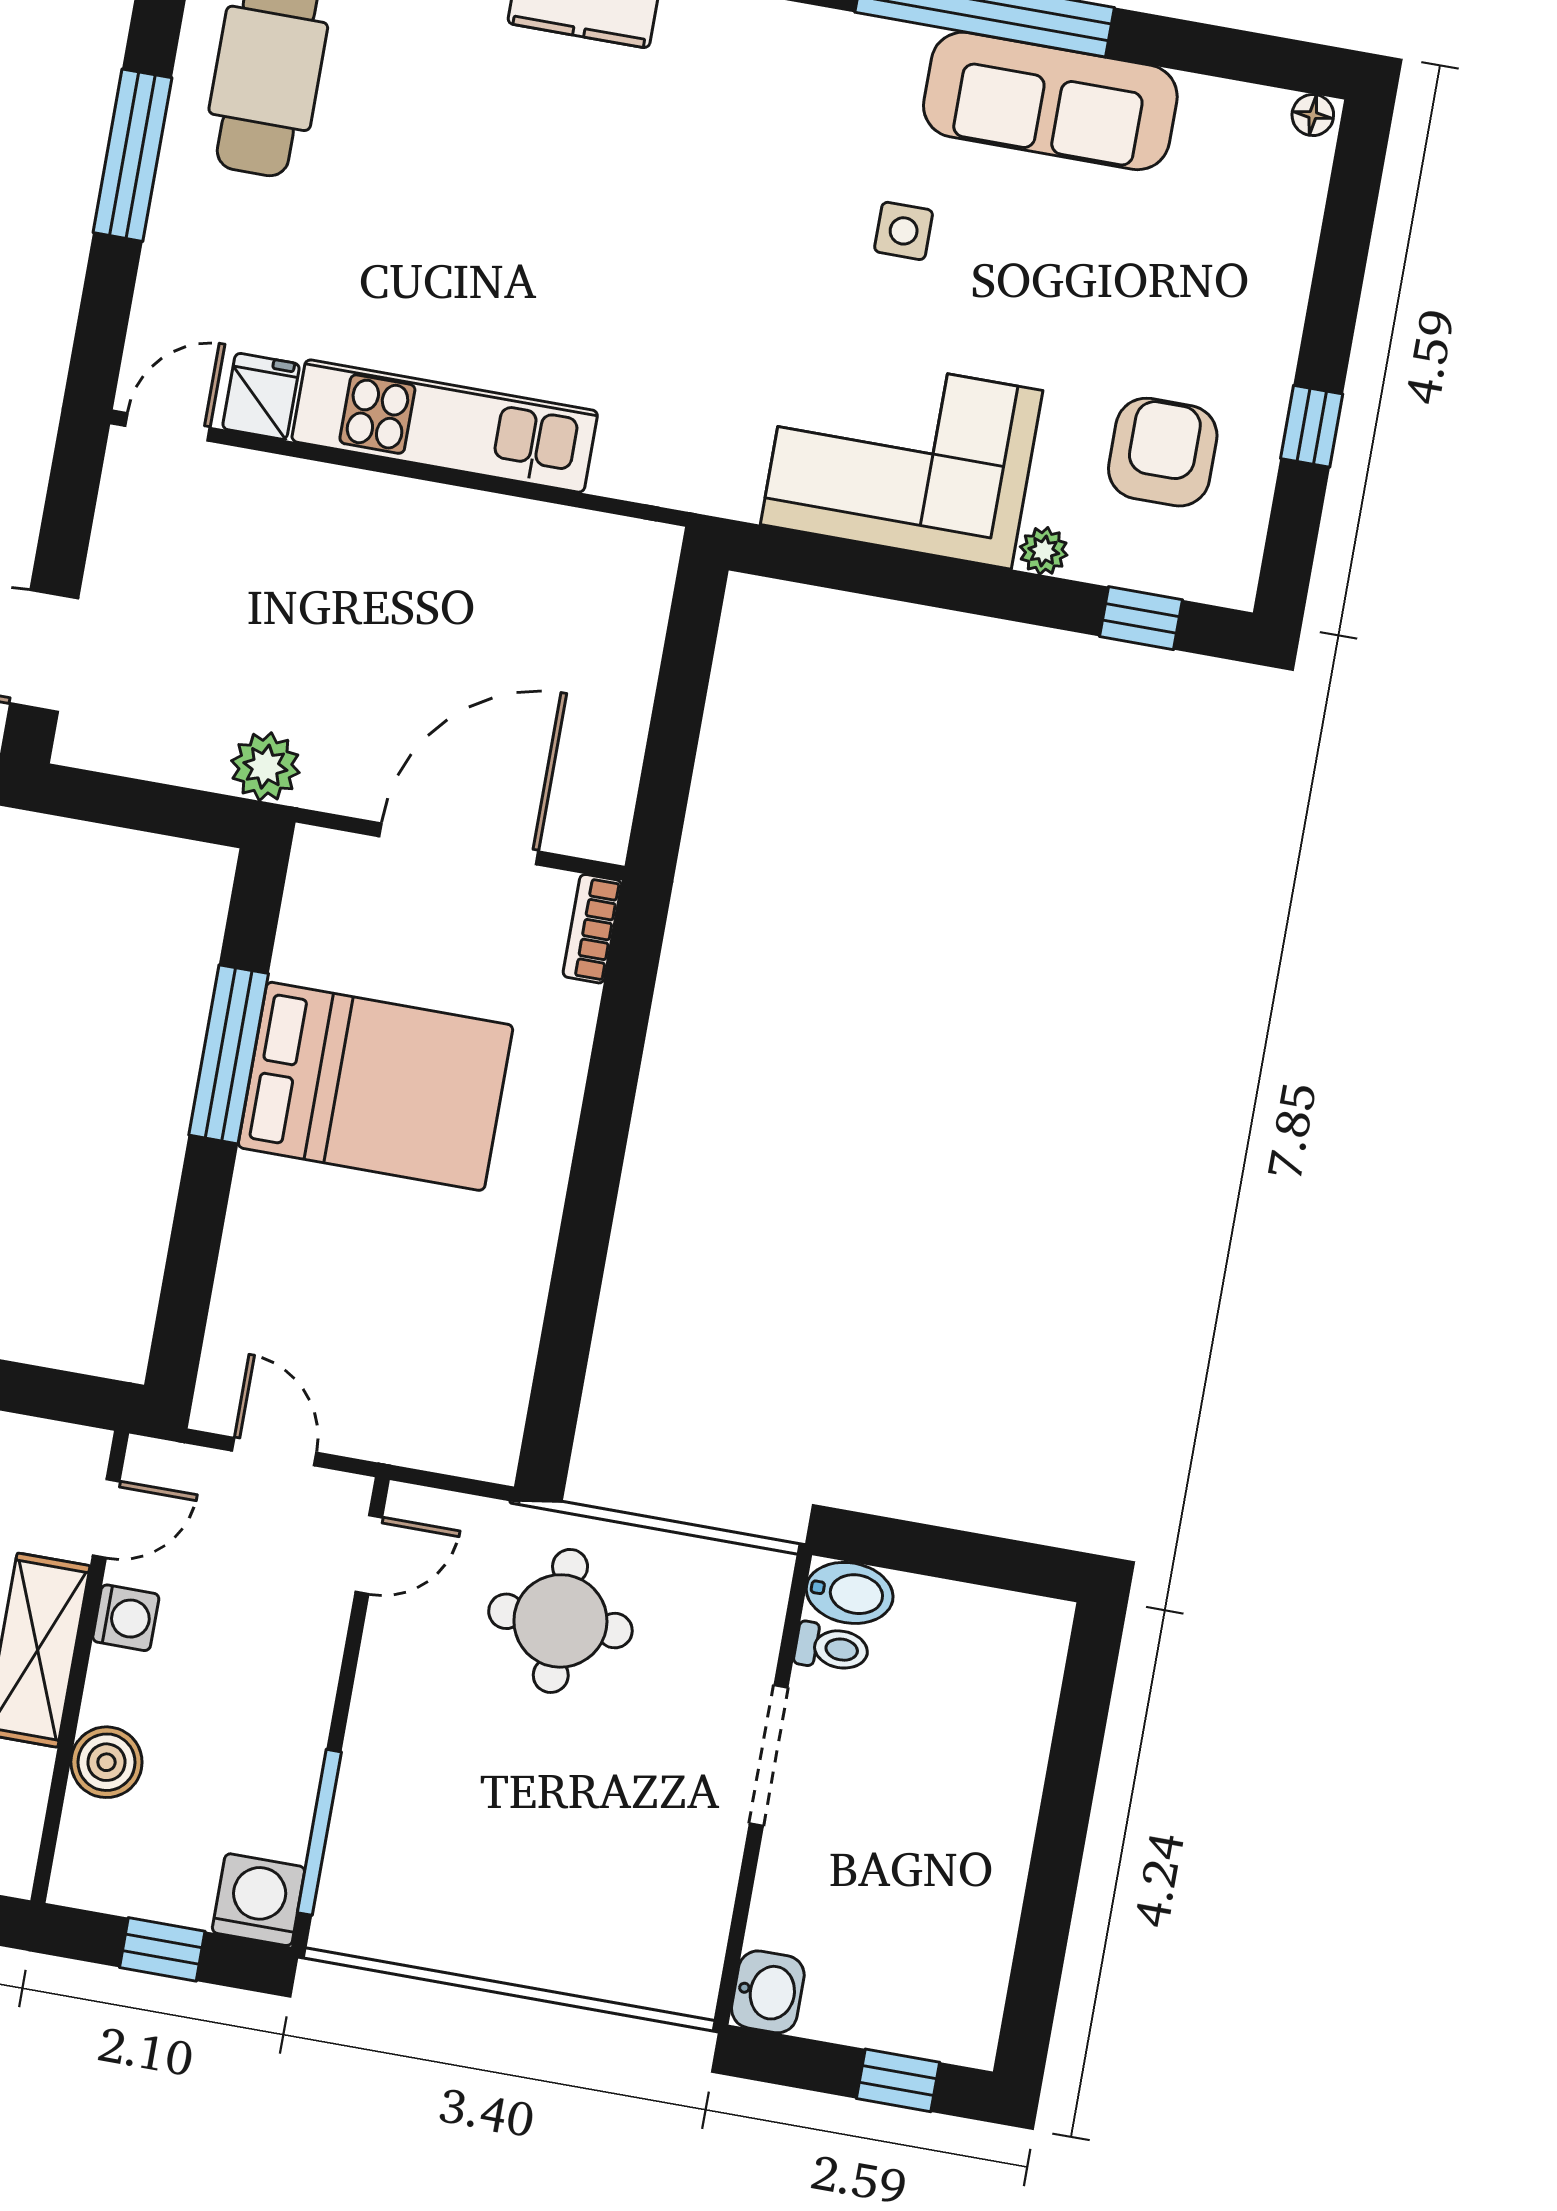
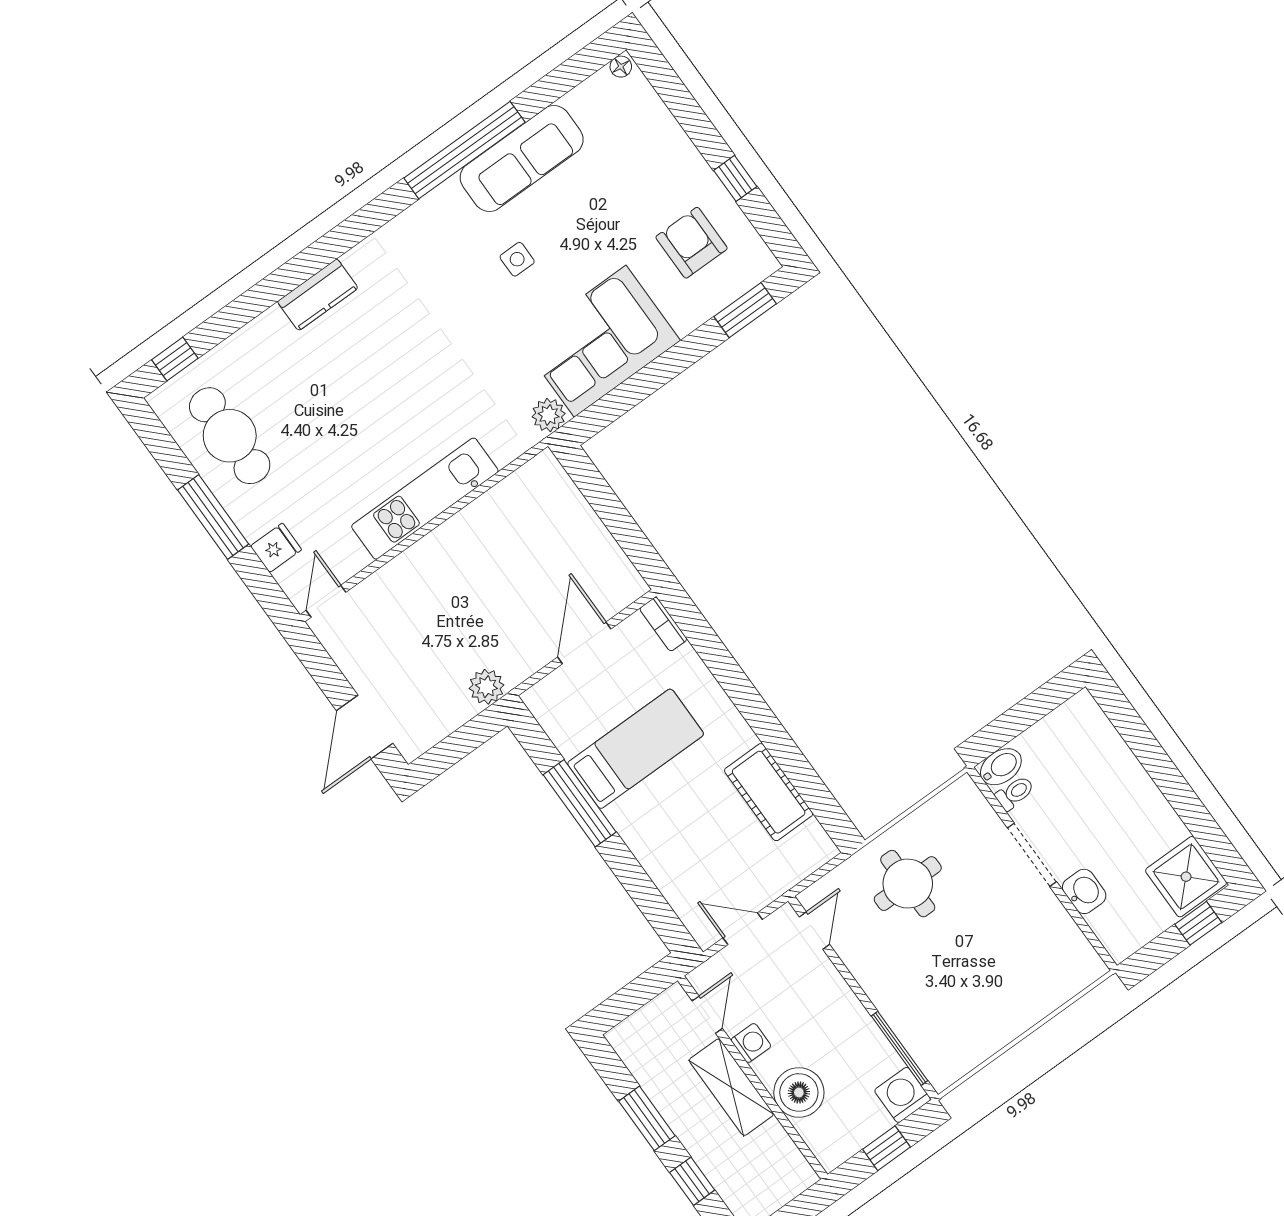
fridge: (261, 396) -> (276, 548), moved, turned 90
plant: (1044, 551) -> (549, 415), moved, width x1.38, depth x1.38
window: (1141, 618) -> (745, 310), width x1.50
door: (459, 844) -> (584, 643), width x0.73
bed: (376, 1086) -> (636, 749), width x0.67
cot: (500, 1303) -> (769, 792), added
boiler: (106, 1762) -> (799, 1092), width x1.37, depth x1.37
washbasin: (768, 1992) -> (1084, 891), moved
shower: (947, 2000) -> (1186, 877), added

